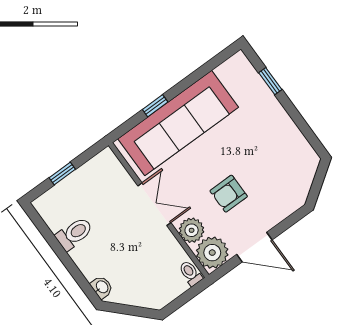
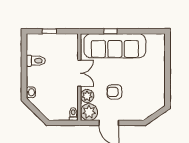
window: (270, 81) -> (167, 57), removed

